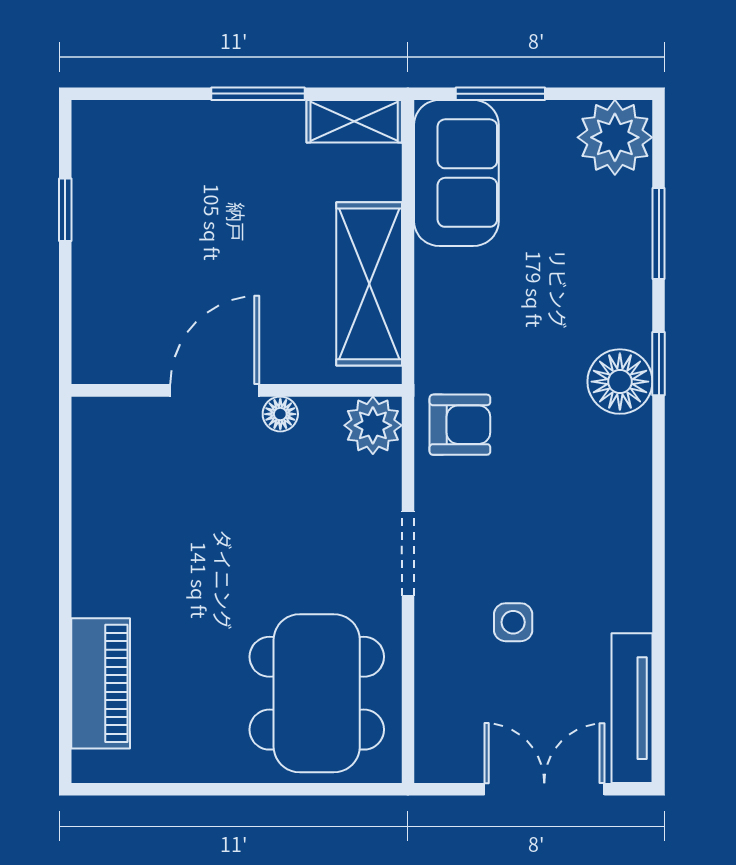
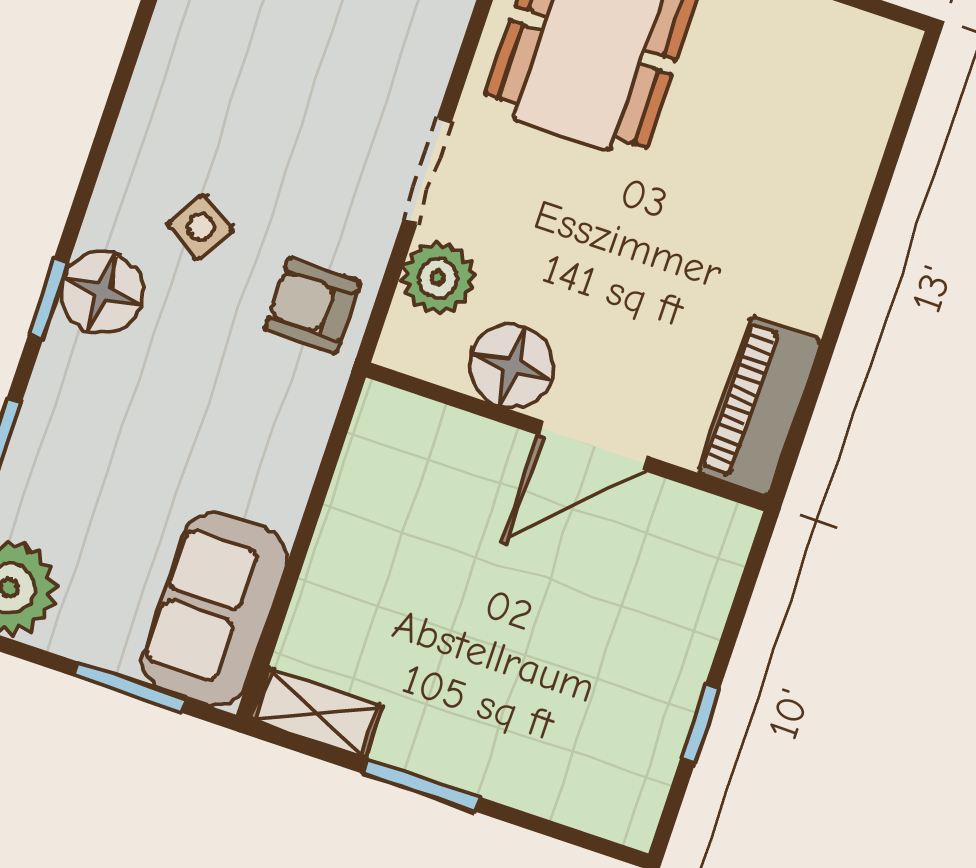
shelving: (369, 284) -> (365, 511), removed
floor lamp: (280, 414) -> (512, 366), width x1.89, depth x1.89
plant: (373, 425) -> (438, 278), moved
side table: (513, 622) -> (201, 227), moved, turned 31
piano: (101, 683) -> (760, 406), moved

